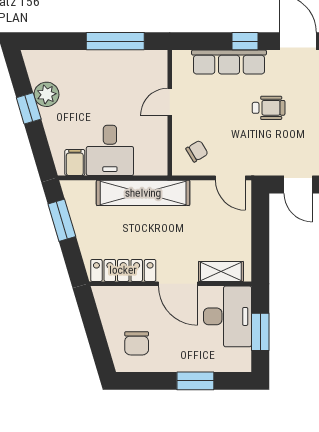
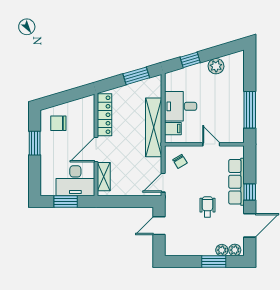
window: (29, 108) -> (190, 60), moved
wheelchair: (269, 108) -> (207, 207), turned 180
filing cabinet: (75, 162) -> (173, 129), moved
window: (195, 381) -> (35, 143), moved

